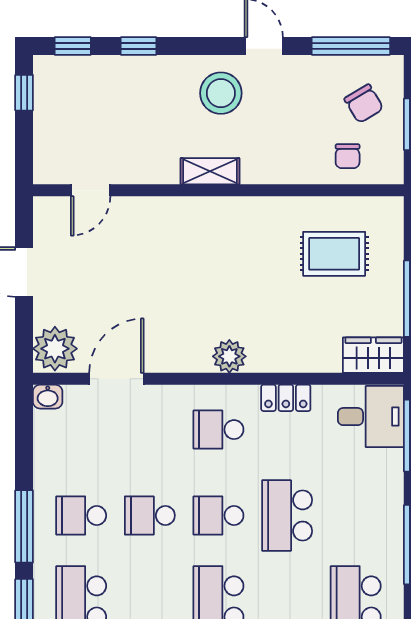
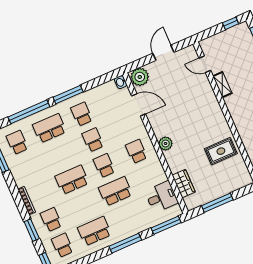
shelving: (210, 171) -> (222, 85), moved
rug: (334, 254) -> (221, 151), moved, turned 90
wardrobe: (373, 355) -> (184, 184), moved
locker: (286, 398) -> (159, 171), removed
desk: (371, 417) -> (162, 197), moved, turned -90

